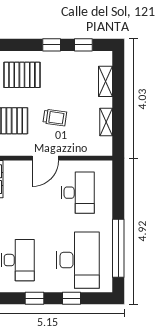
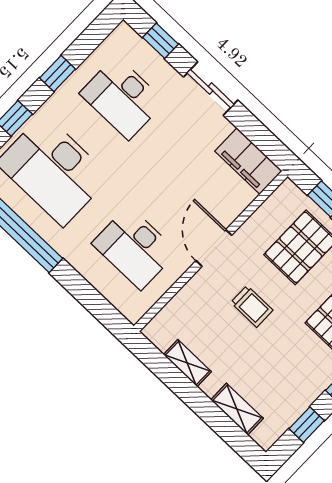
trolley: (55, 118) -> (252, 306), turned -98

